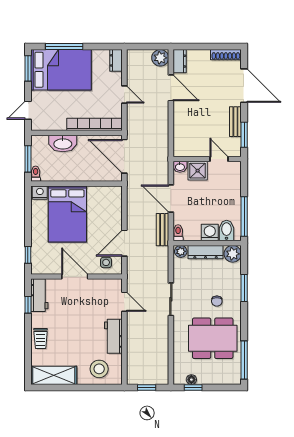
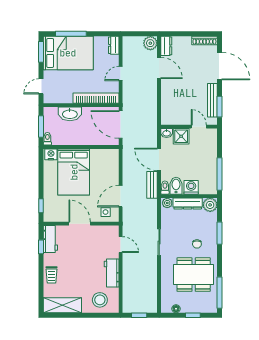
door: (124, 95) -> (121, 74), swing flipped
bench: (235, 122) -> (212, 100), width x1.36
bidet: (227, 230) -> (176, 186), moved
window: (193, 387) -> (193, 315), moved

